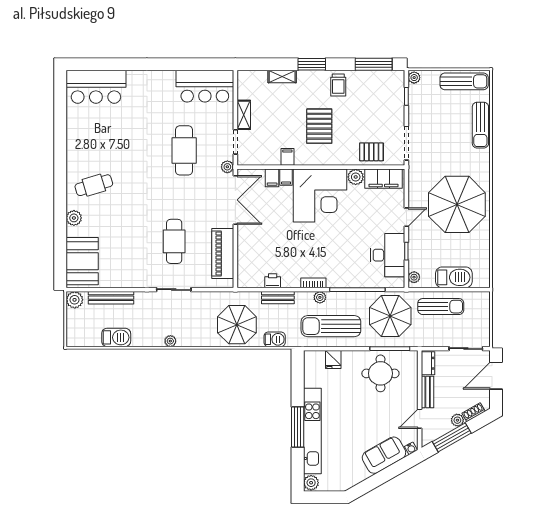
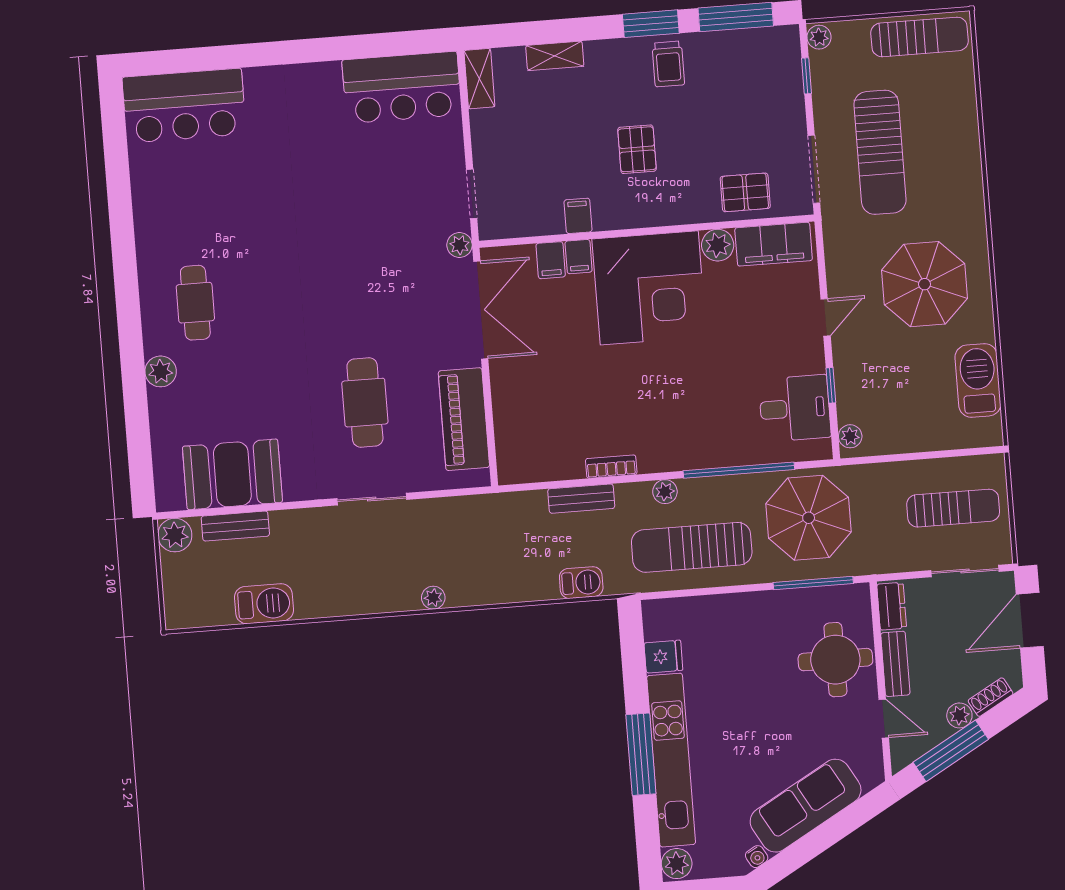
window: (312, 64) -> (651, 24), moved
shelving: (244, 115) -> (479, 79), moved
sun lounger: (480, 125) -> (880, 152), moved, width x1.36, depth x1.34
pallet: (319, 126) -> (637, 149), width x0.67, depth x0.71
cafe table: (184, 150) -> (370, 219), removed
cafe table: (94, 185) -> (195, 303), turned -73
parasol: (457, 204) -> (925, 284), width x0.73, depth x0.73
desk: (388, 255) -> (795, 408), width x0.73
booth: (82, 261) -> (232, 474), moved, turned 90
barbecue: (454, 277) -> (978, 380), moved, turned -90
printer: (273, 281) -> (568, 466), removed
bookcase: (313, 283) -> (611, 467), moved
bench: (111, 298) -> (235, 526), width x0.73
sun lounger: (441, 307) -> (953, 508), moved
parasol: (237, 325) -> (503, 559), removed
plant: (170, 341) -> (433, 598), moved
fridge: (333, 359) -> (663, 657), moved, turned -90
round table: (380, 373) -> (835, 660), moved
door: (420, 419) -> (884, 719), swing flipped
water cooler: (411, 448) -> (757, 857), moved
sofa: (384, 455) -> (806, 806), width x1.36

